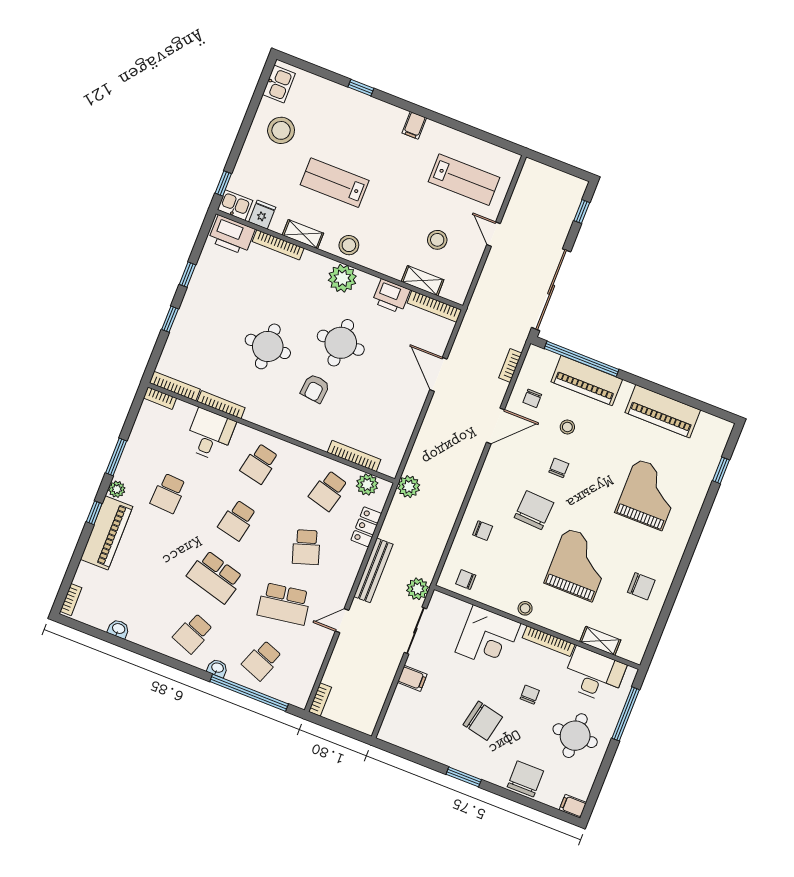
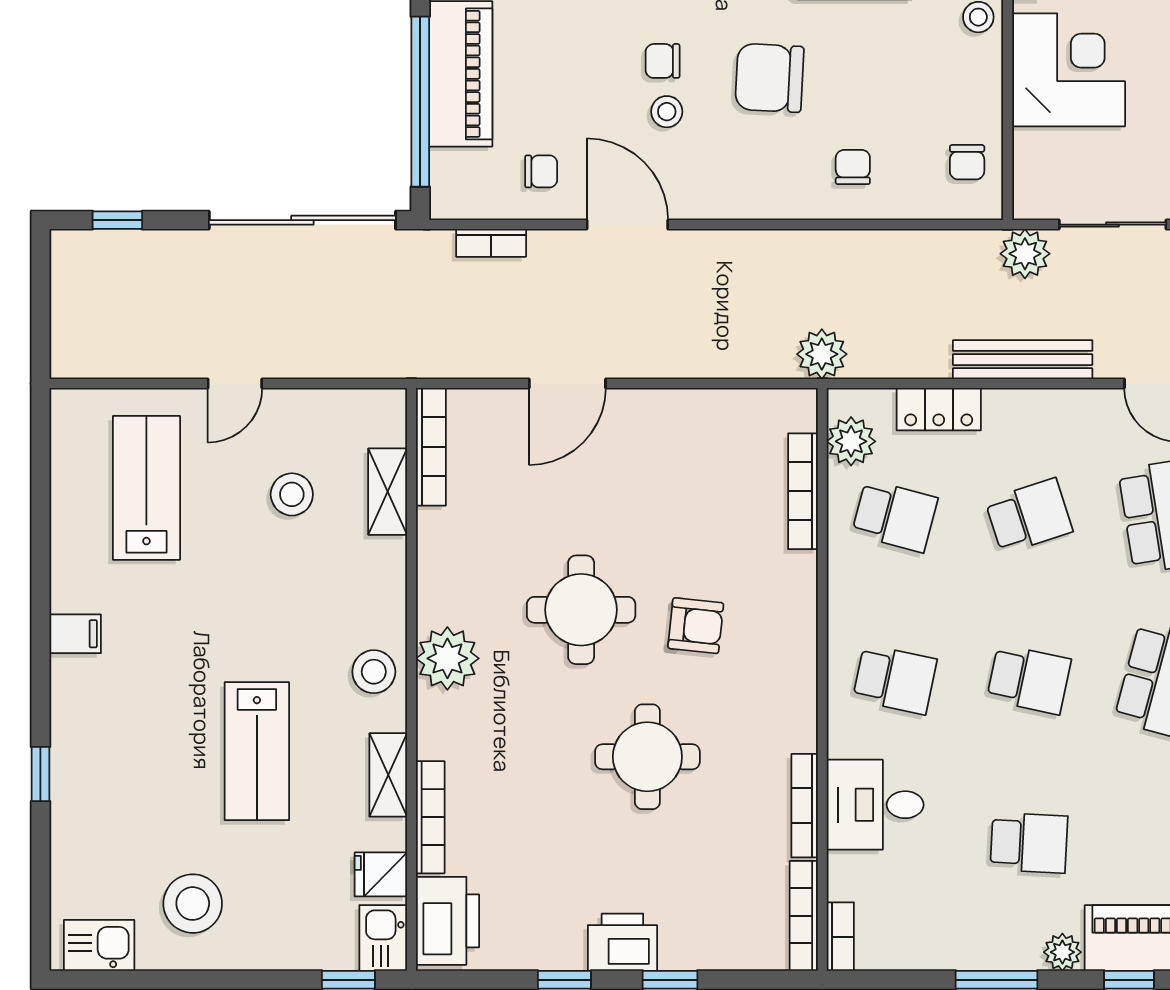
printer: (391, 296) -> (622, 942), moved, turned -90
stool: (567, 427) -> (667, 112), moved

